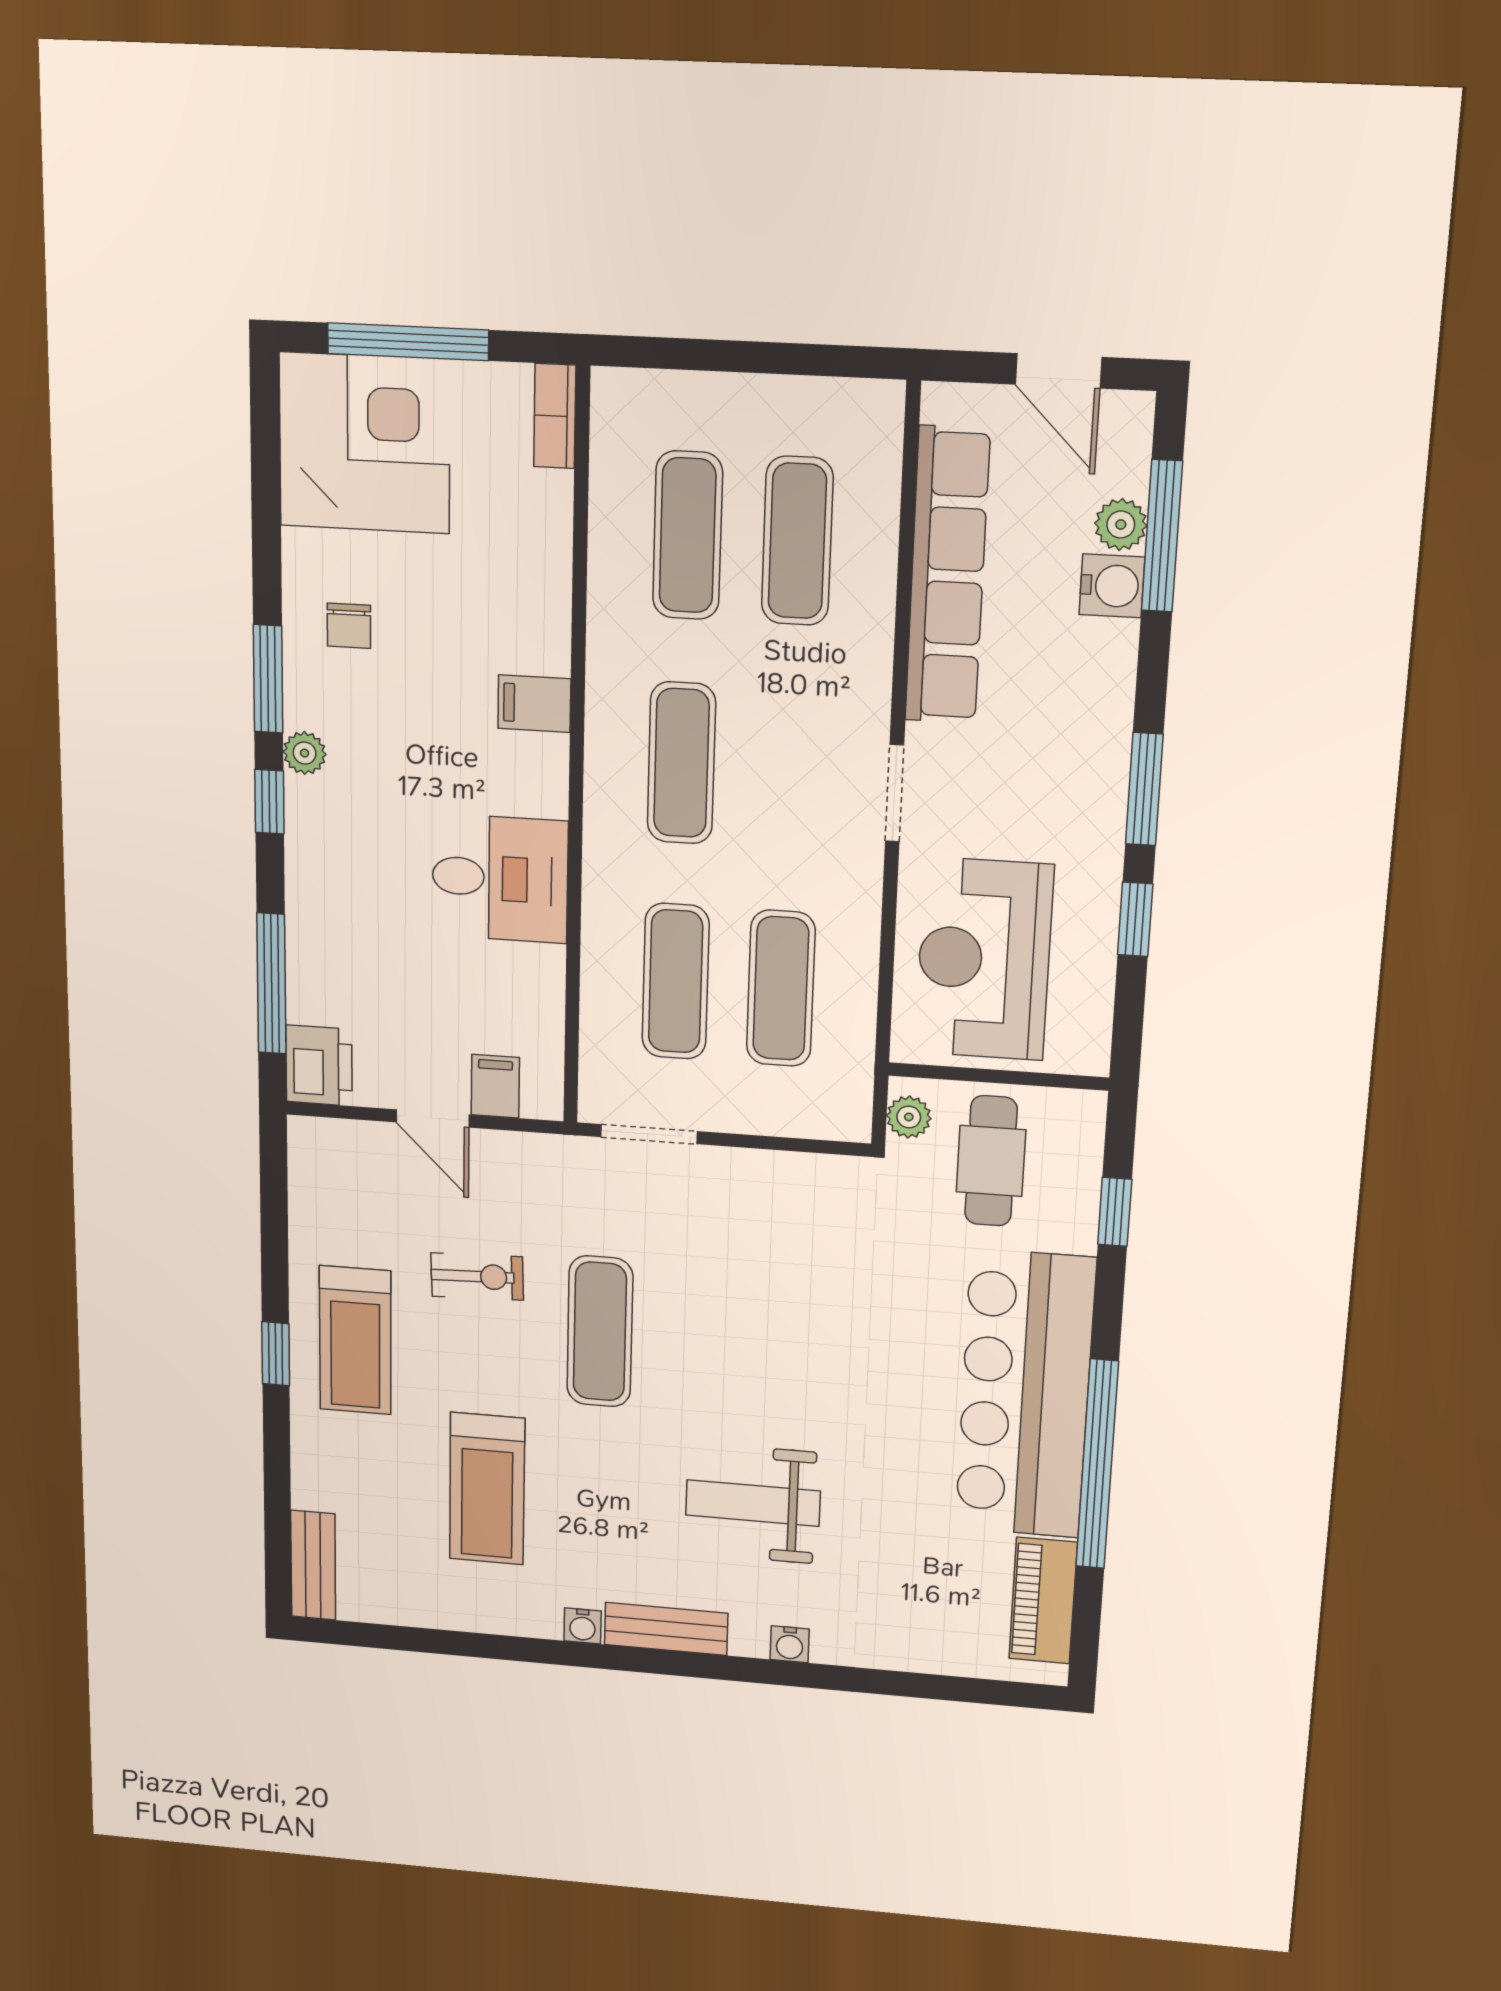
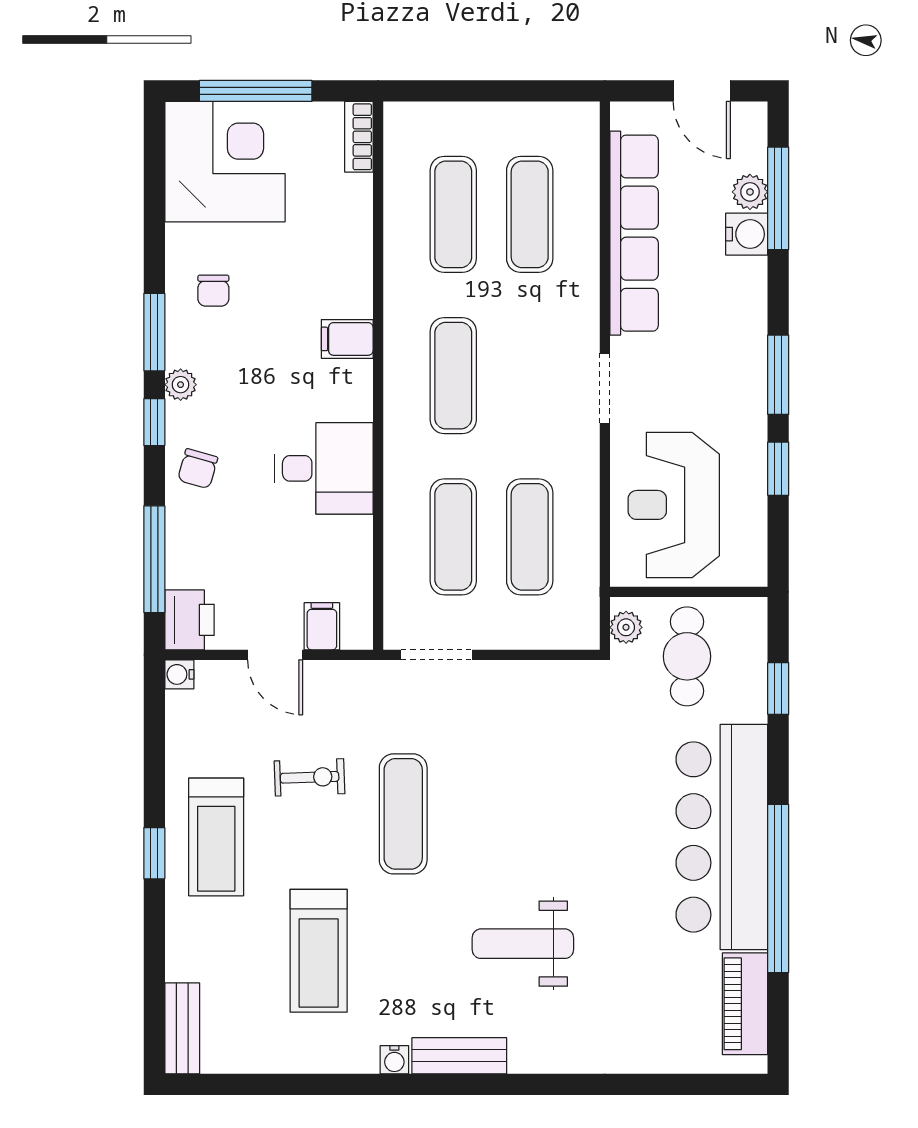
chair: (329, 868) -> (198, 469), added
water cooler: (790, 1644) -> (179, 674), moved, turned 90

